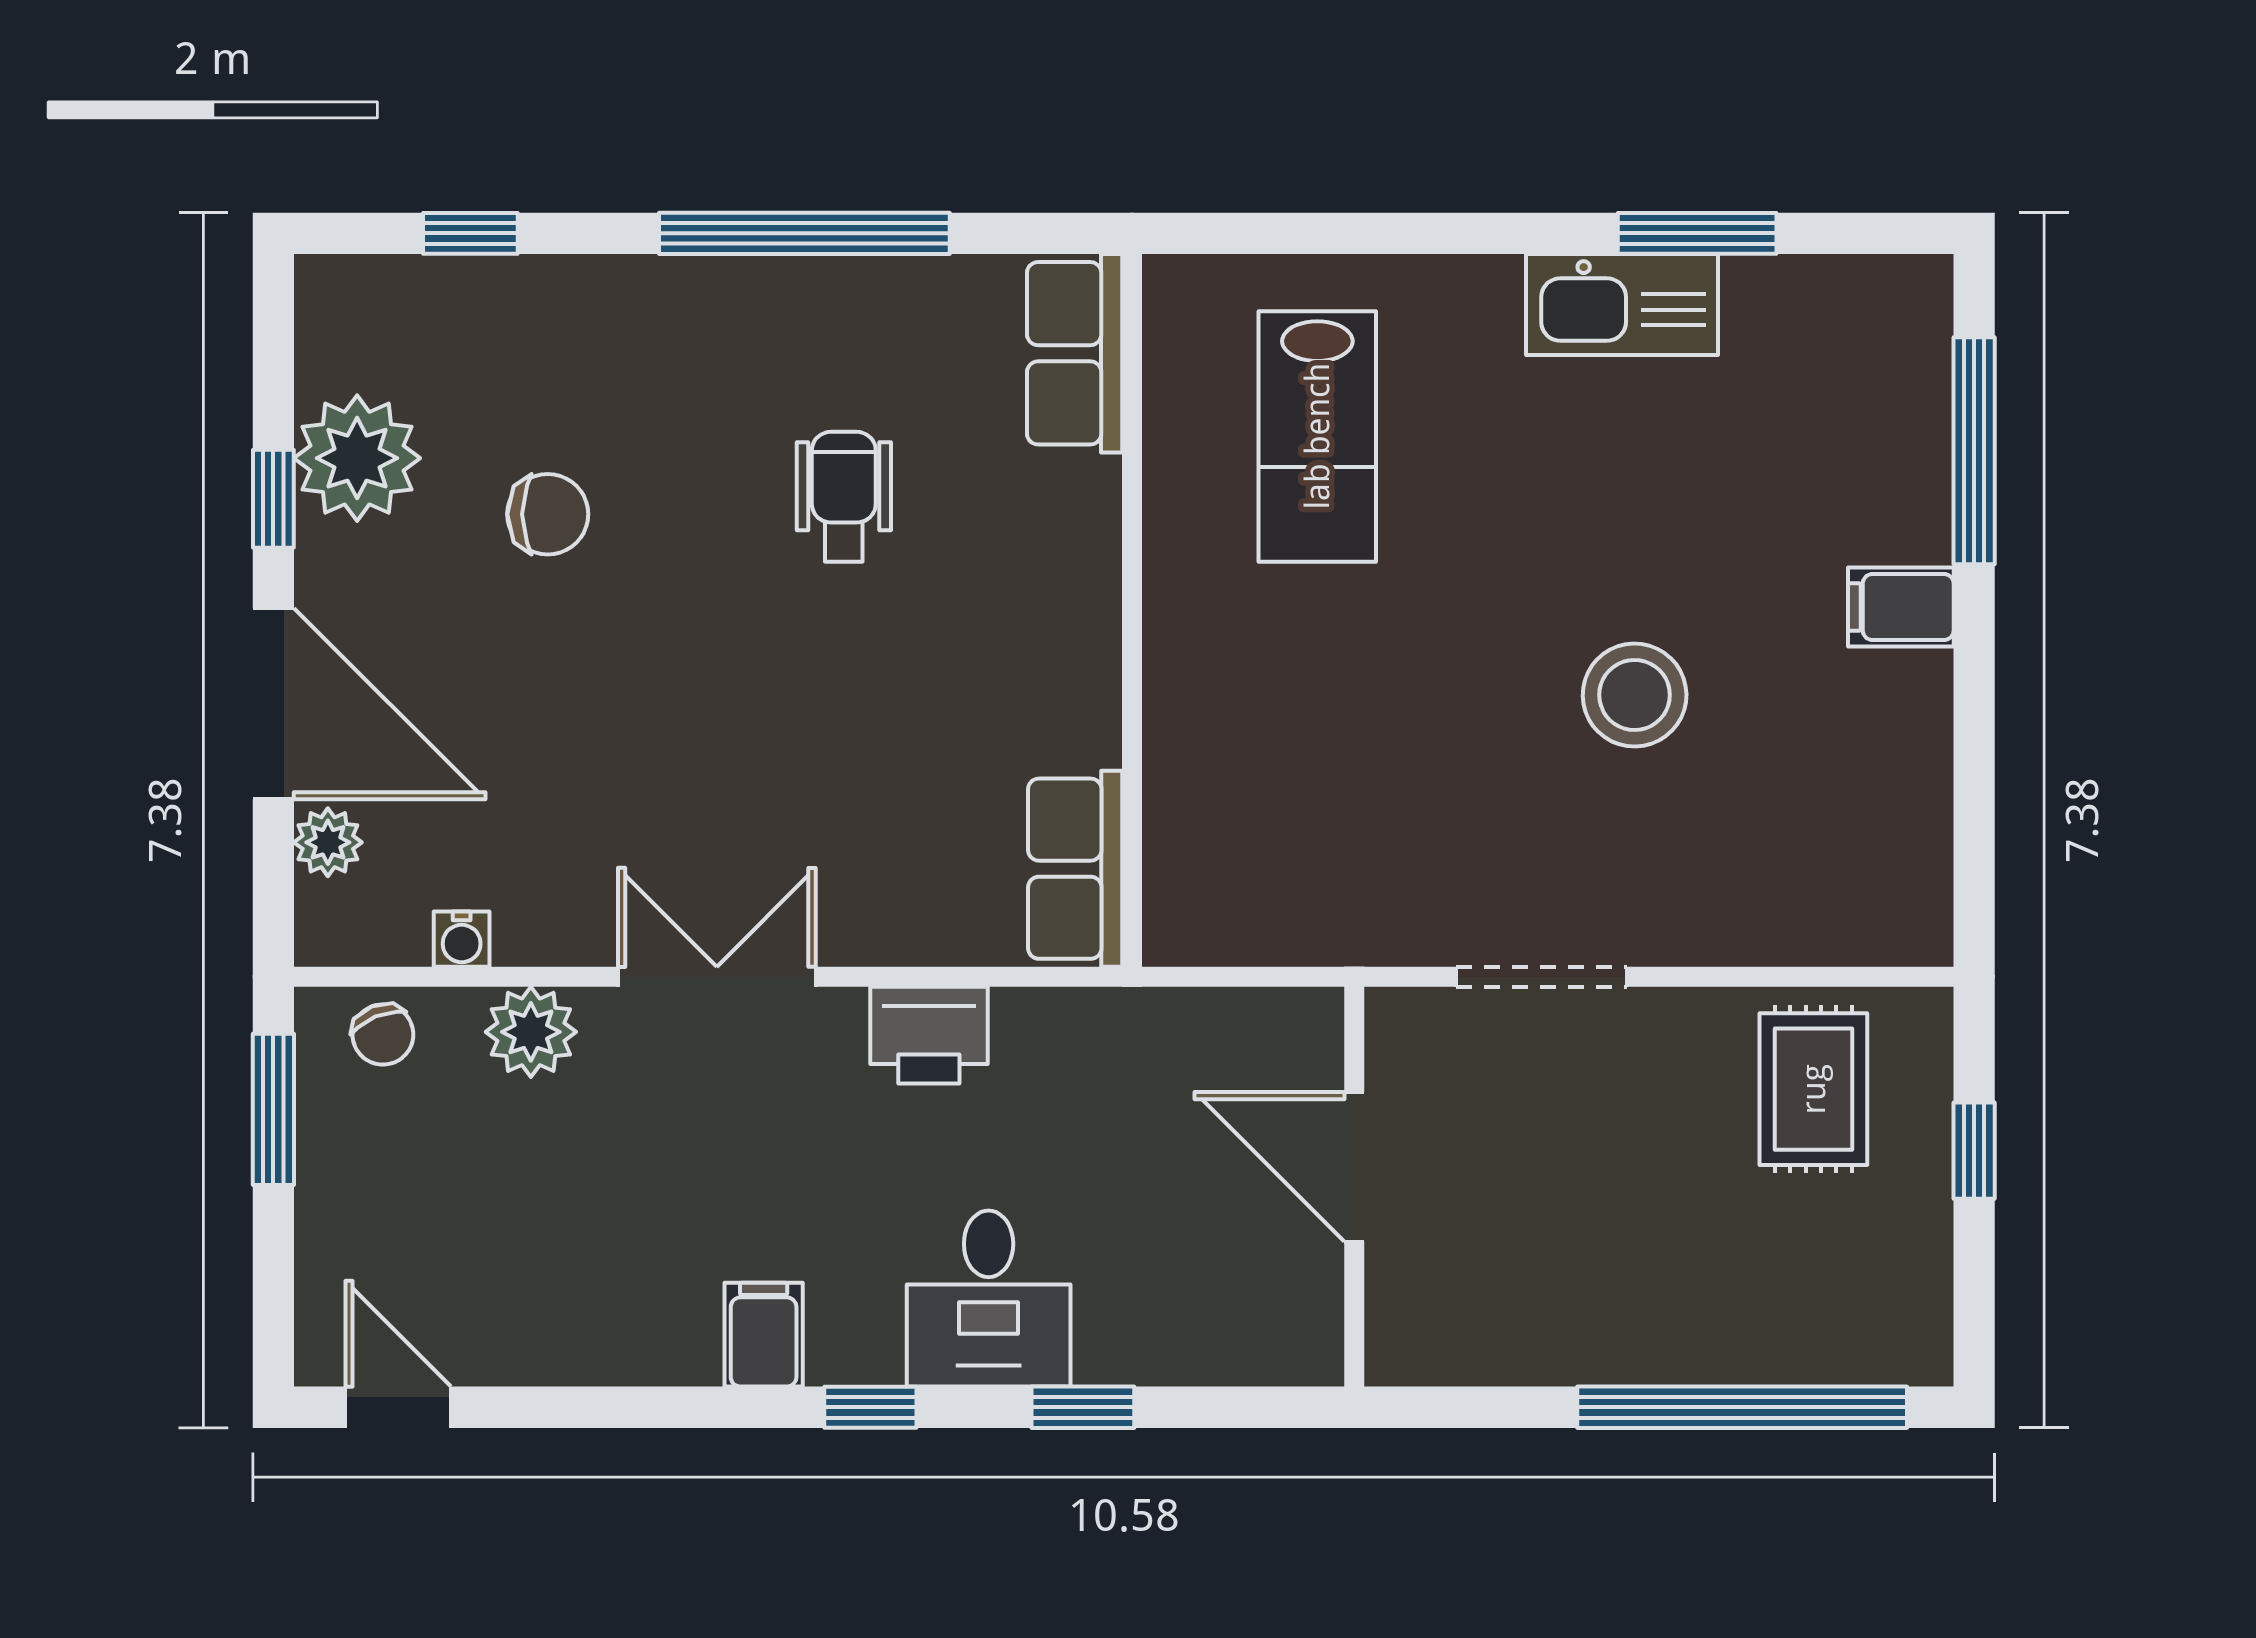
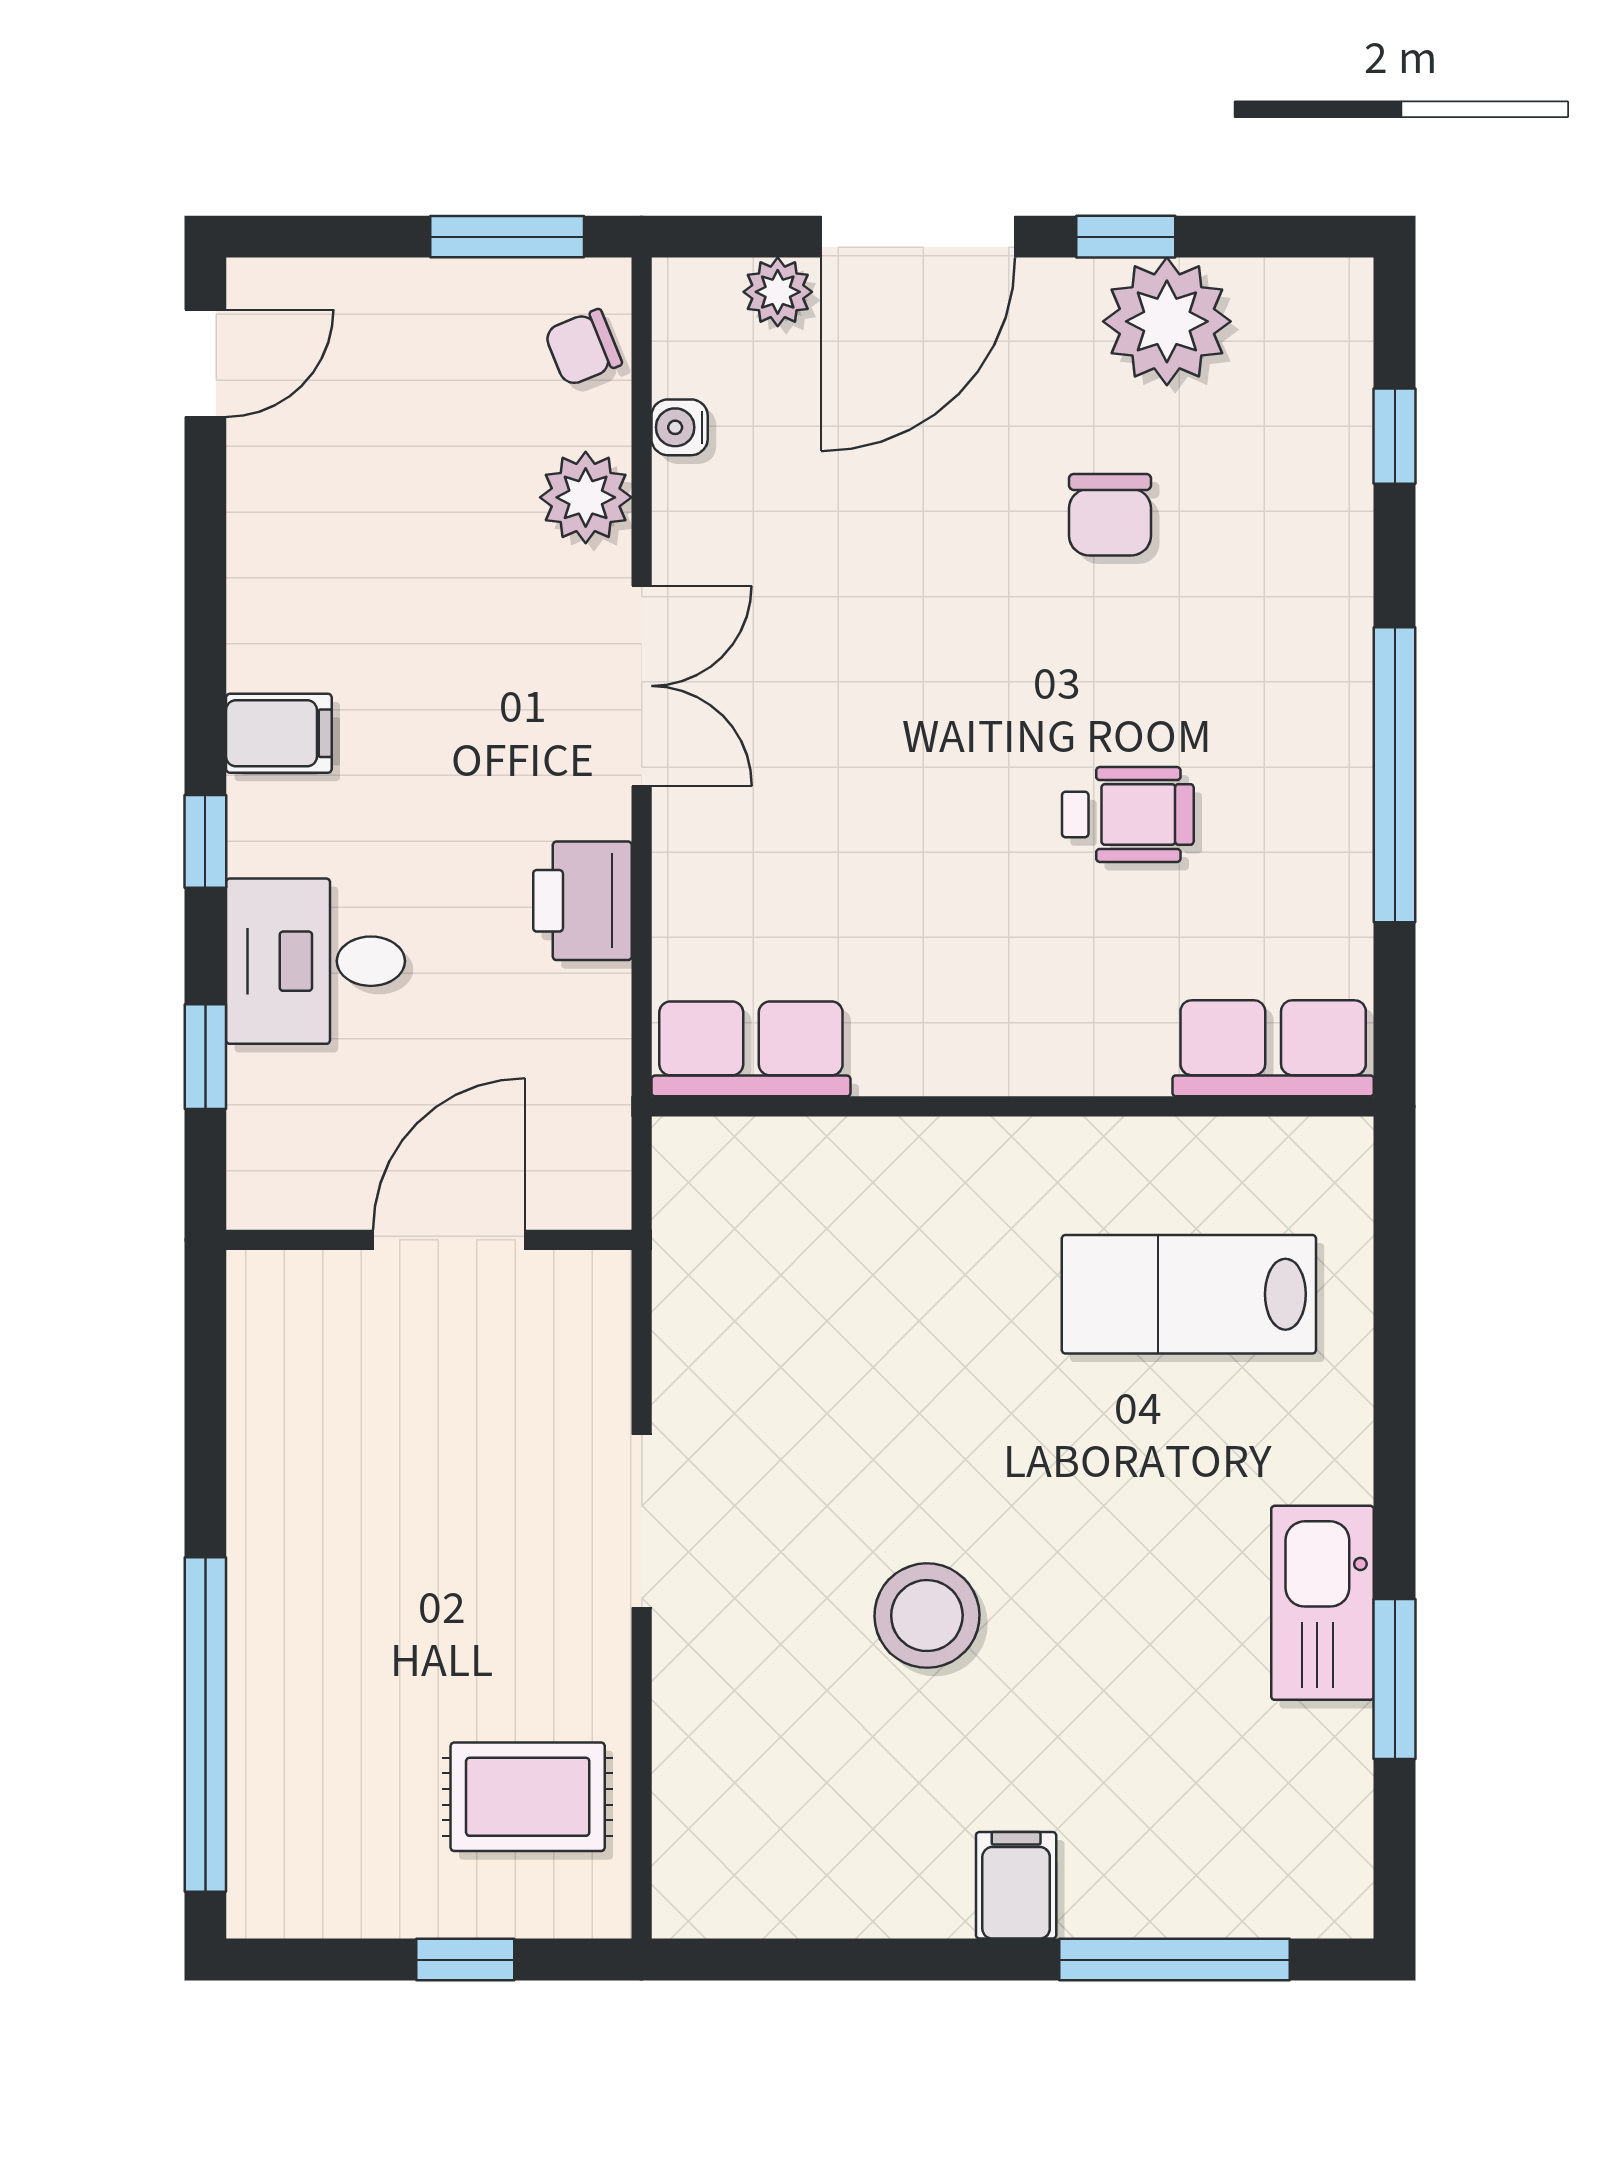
door: (1354, 1167) -> (449, 1240), moved
wall: (1354, 1187) -> (429, 1240), moved

